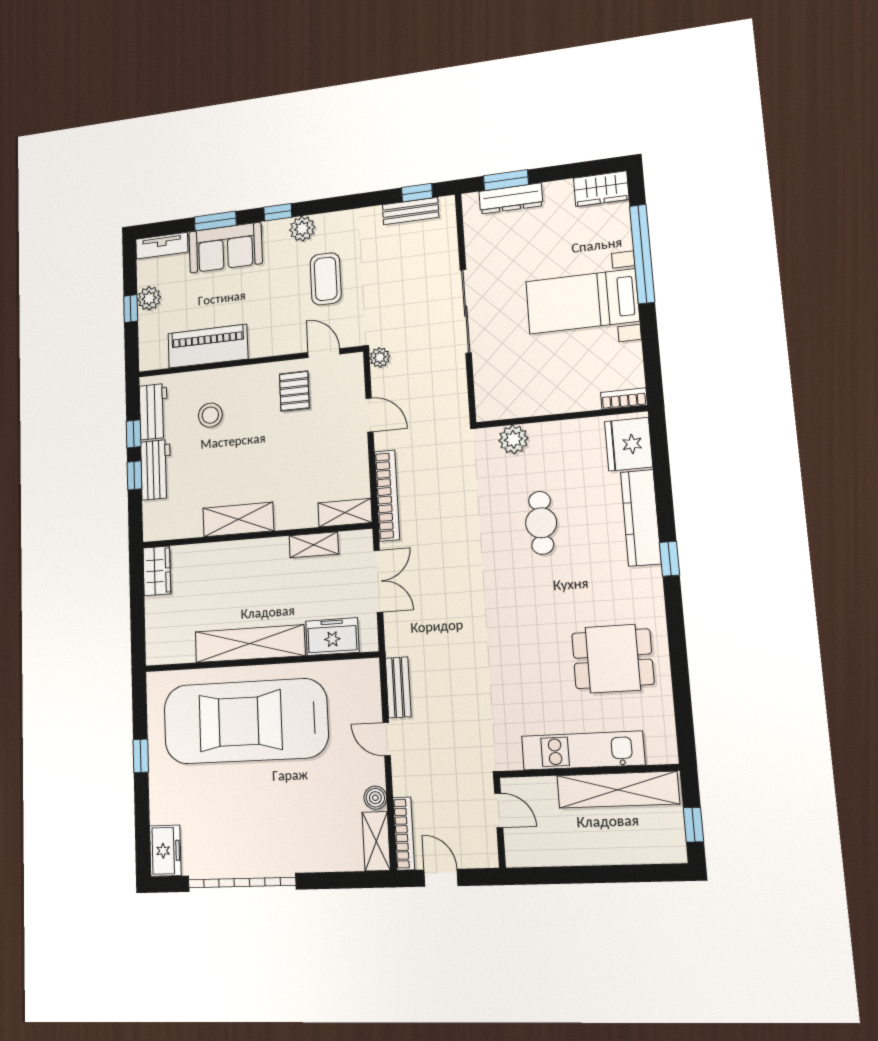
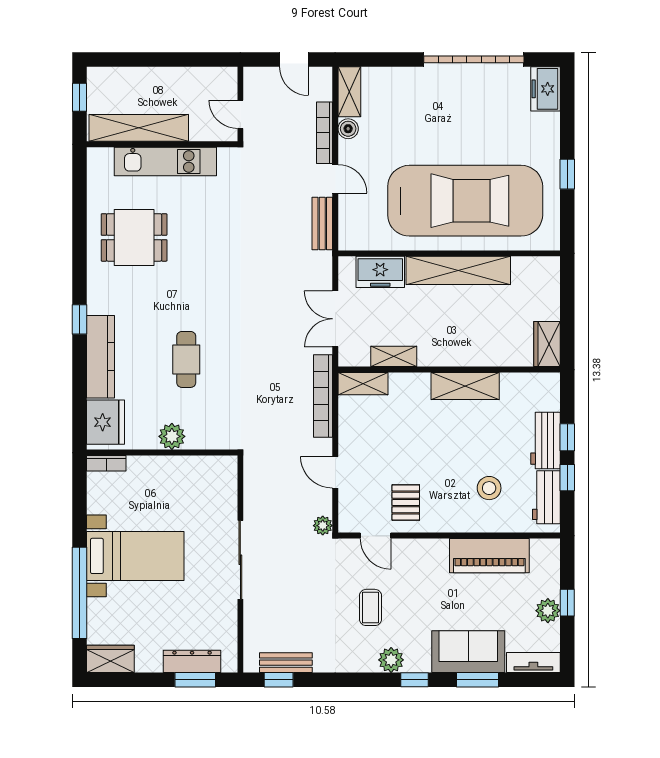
coffee table: (326, 279) -> (370, 607), width x0.73, depth x0.77
plant: (513, 439) -> (172, 436), moved
bookcase: (404, 834) -> (324, 133), moved

